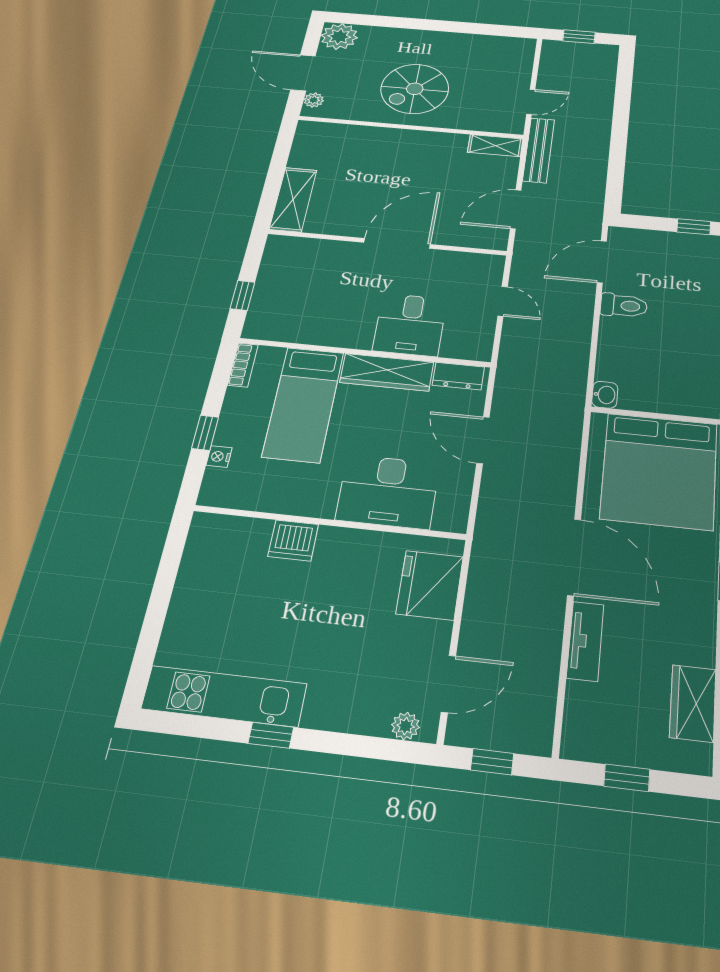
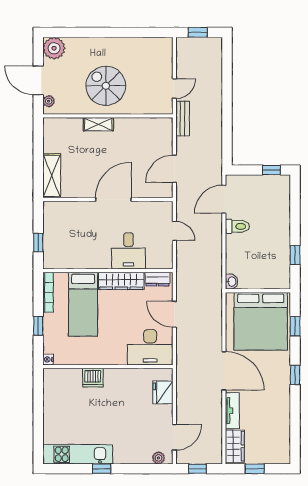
spiral stairs: (415, 89) -> (106, 86), turned 90
shelving: (495, 146) -> (98, 124), moved
bench: (539, 150) -> (183, 119), width x0.73
bookcase: (243, 365) -> (48, 292), width x1.56
nightstand: (219, 457) -> (48, 359), moved
desk: (388, 491) -> (150, 347), moved
fridge: (430, 585) -> (163, 392), width x0.73, depth x0.75
wardrobe: (693, 703) -> (235, 446), moved, turned 180

